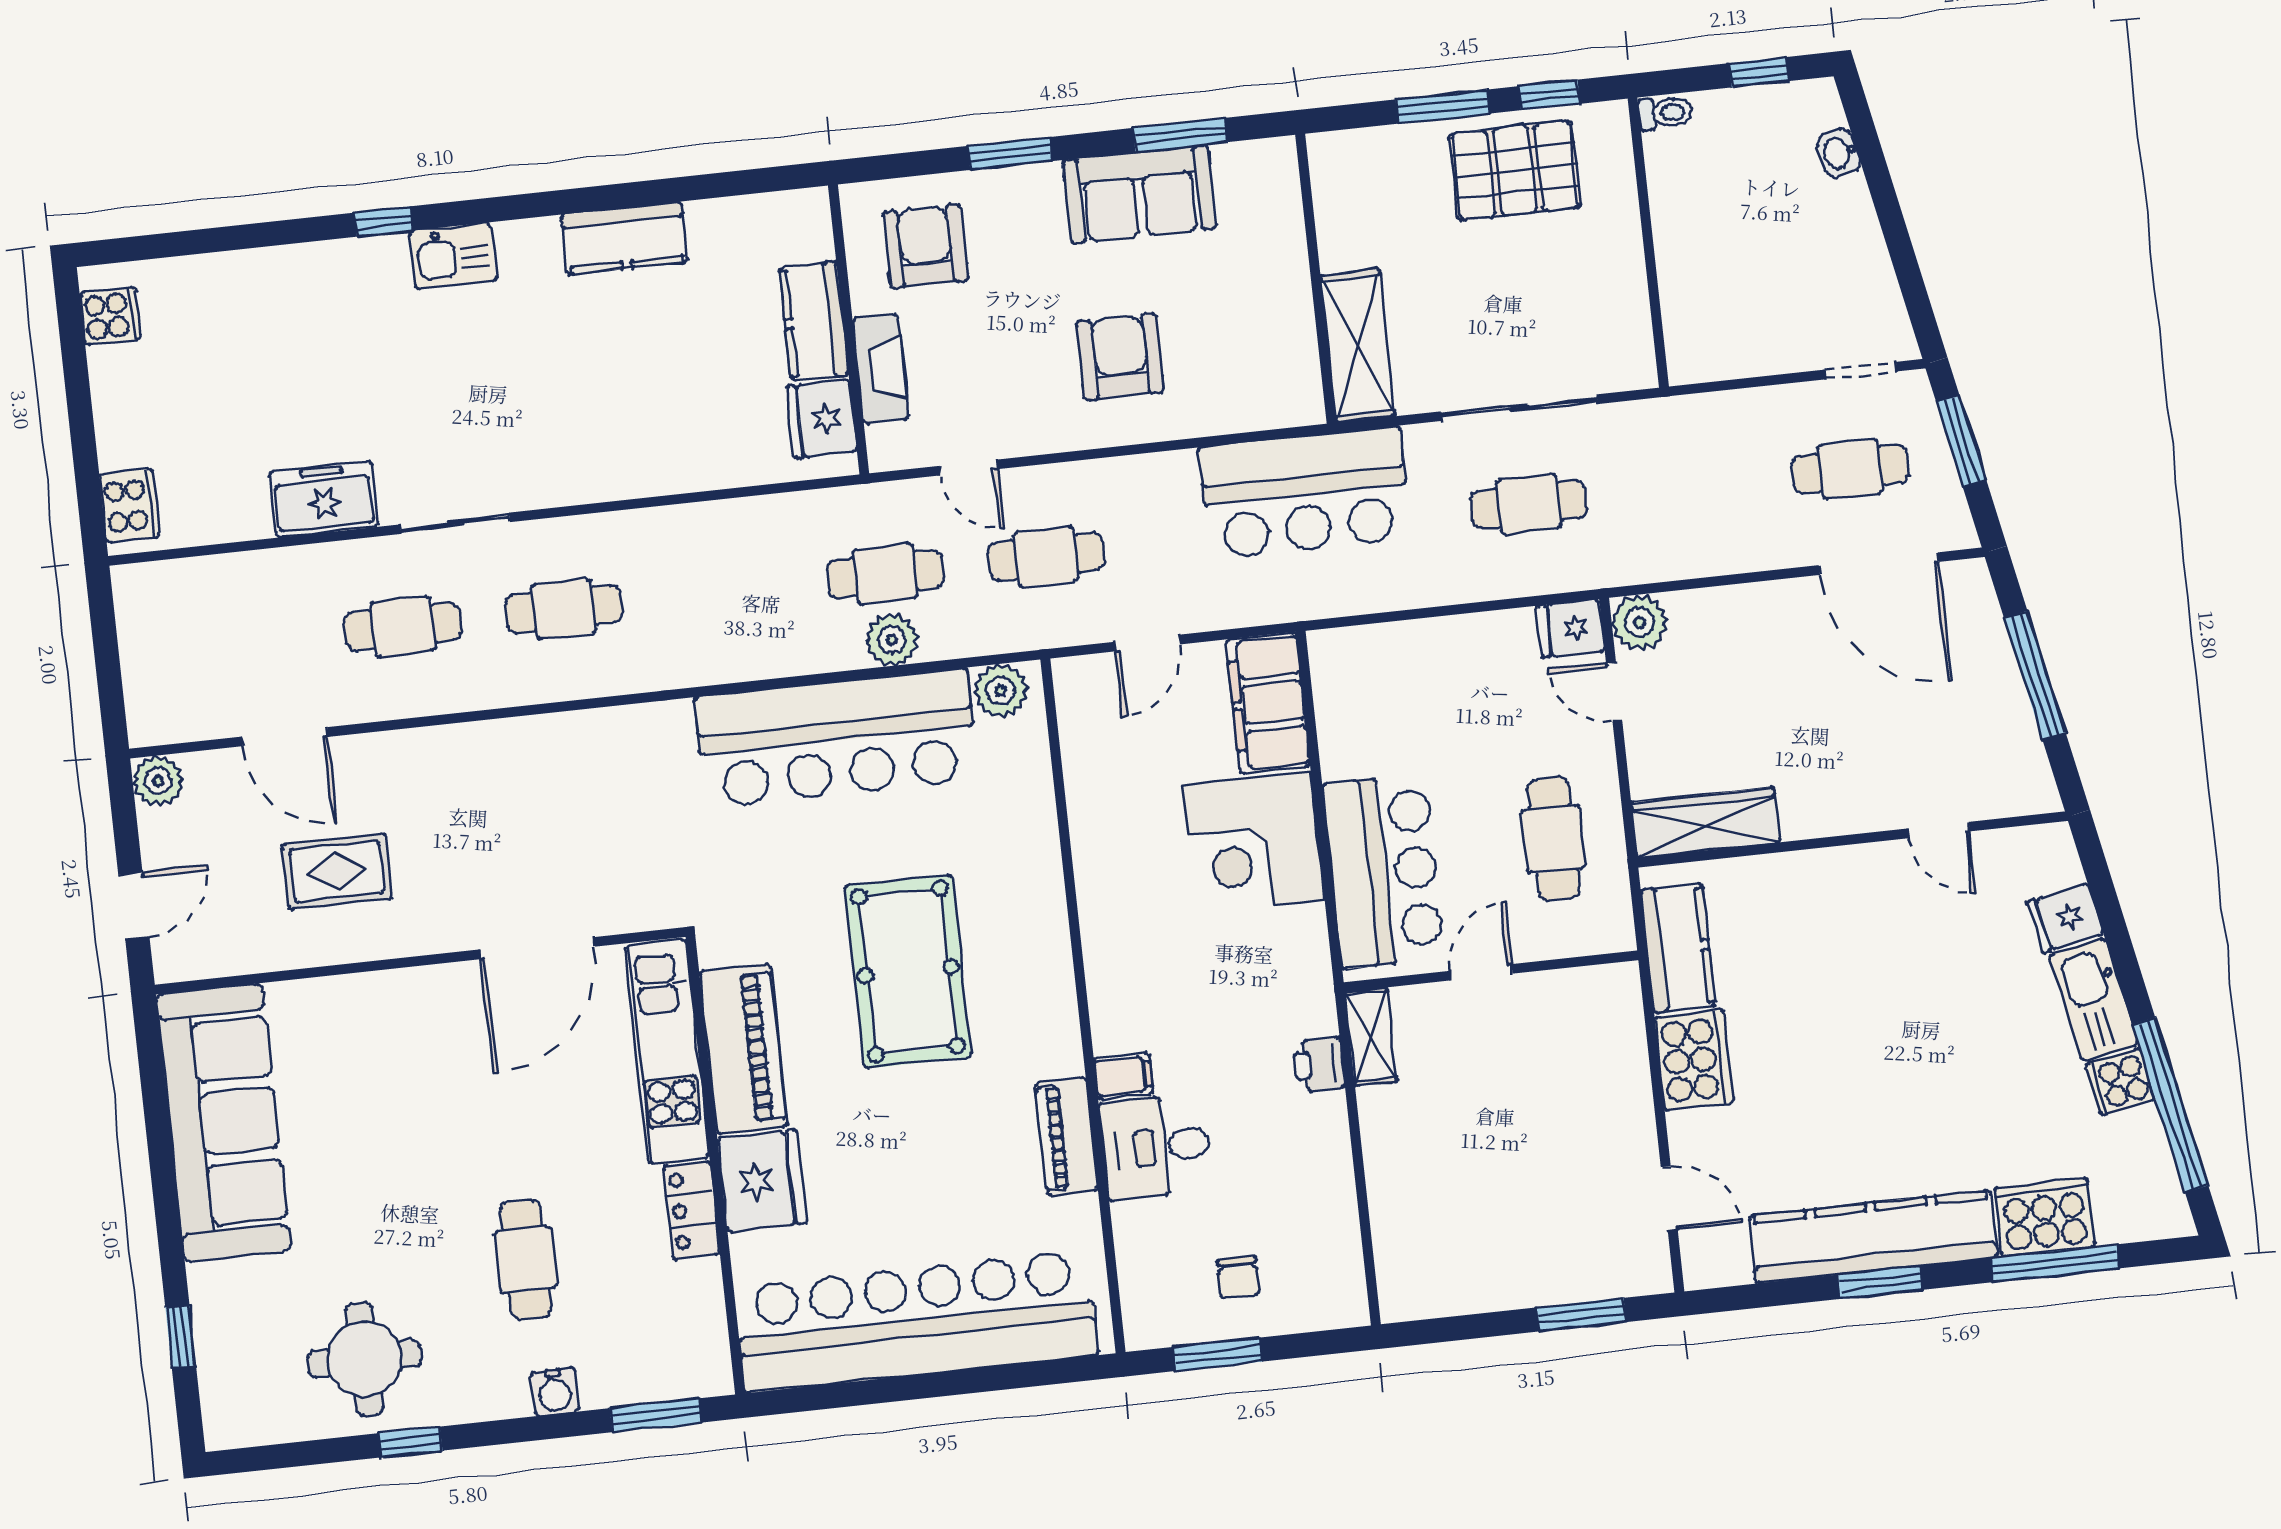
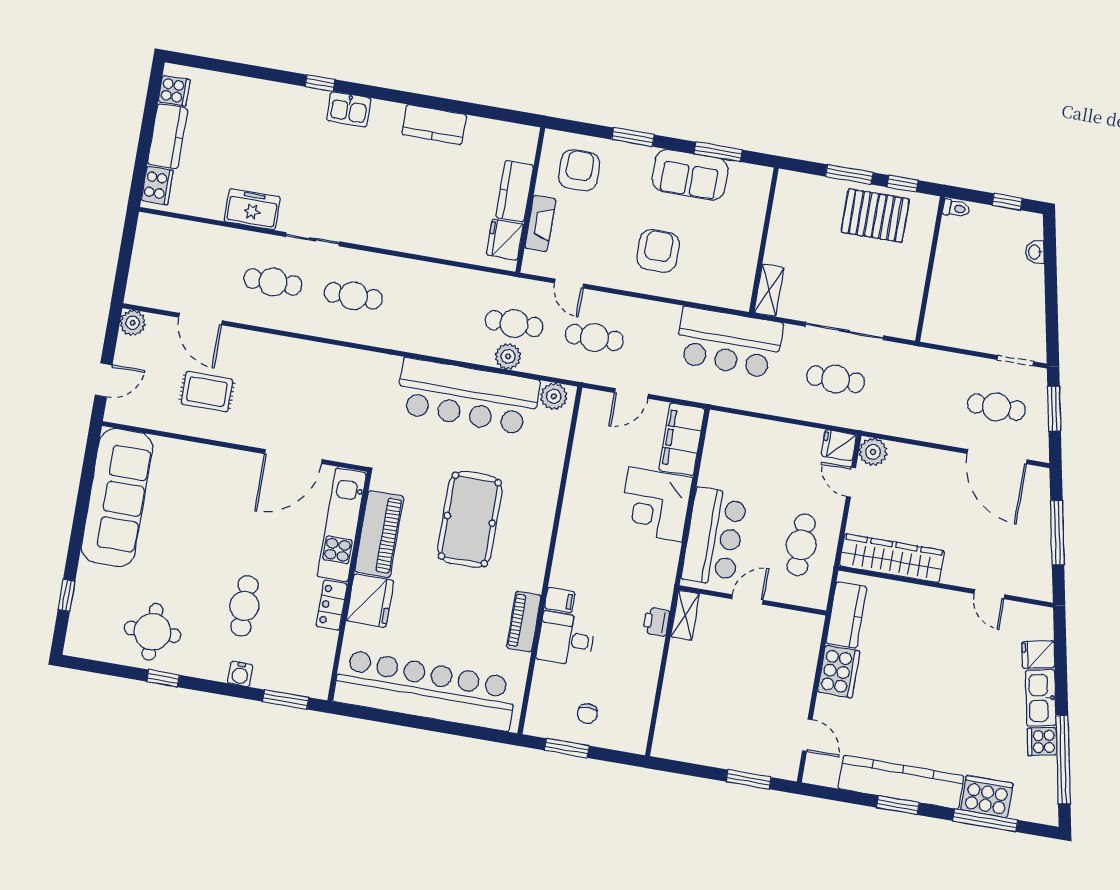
shelving: (1358, 346) -> (769, 290), width x0.67, depth x0.75
kitchen counter: (122, 406) -> (168, 136), added
wardrobe: (1705, 823) -> (892, 558), width x1.40, depth x1.17

